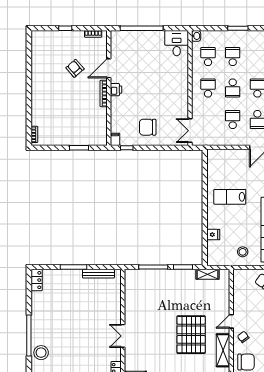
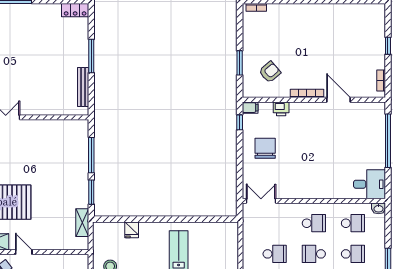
armchair: (75, 68) -> (270, 72), moved
printer: (116, 90) -> (281, 109), moved

